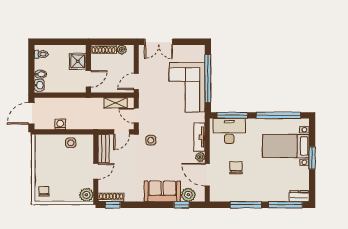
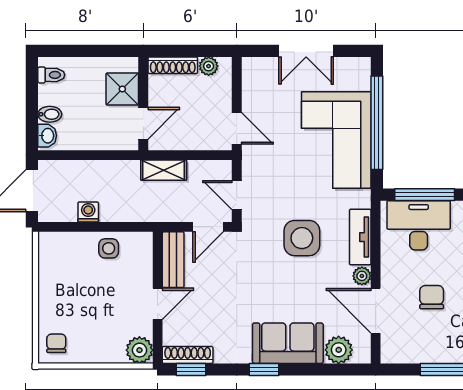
double door: (159, 42) -> (306, 51), moved
door: (136, 81) -> (237, 128), swing flipped
shelving: (116, 103) -> (164, 170), moved
side table: (151, 140) -> (302, 238), moved, width x1.87, depth x1.87
window: (182, 205) -> (264, 370), moved

